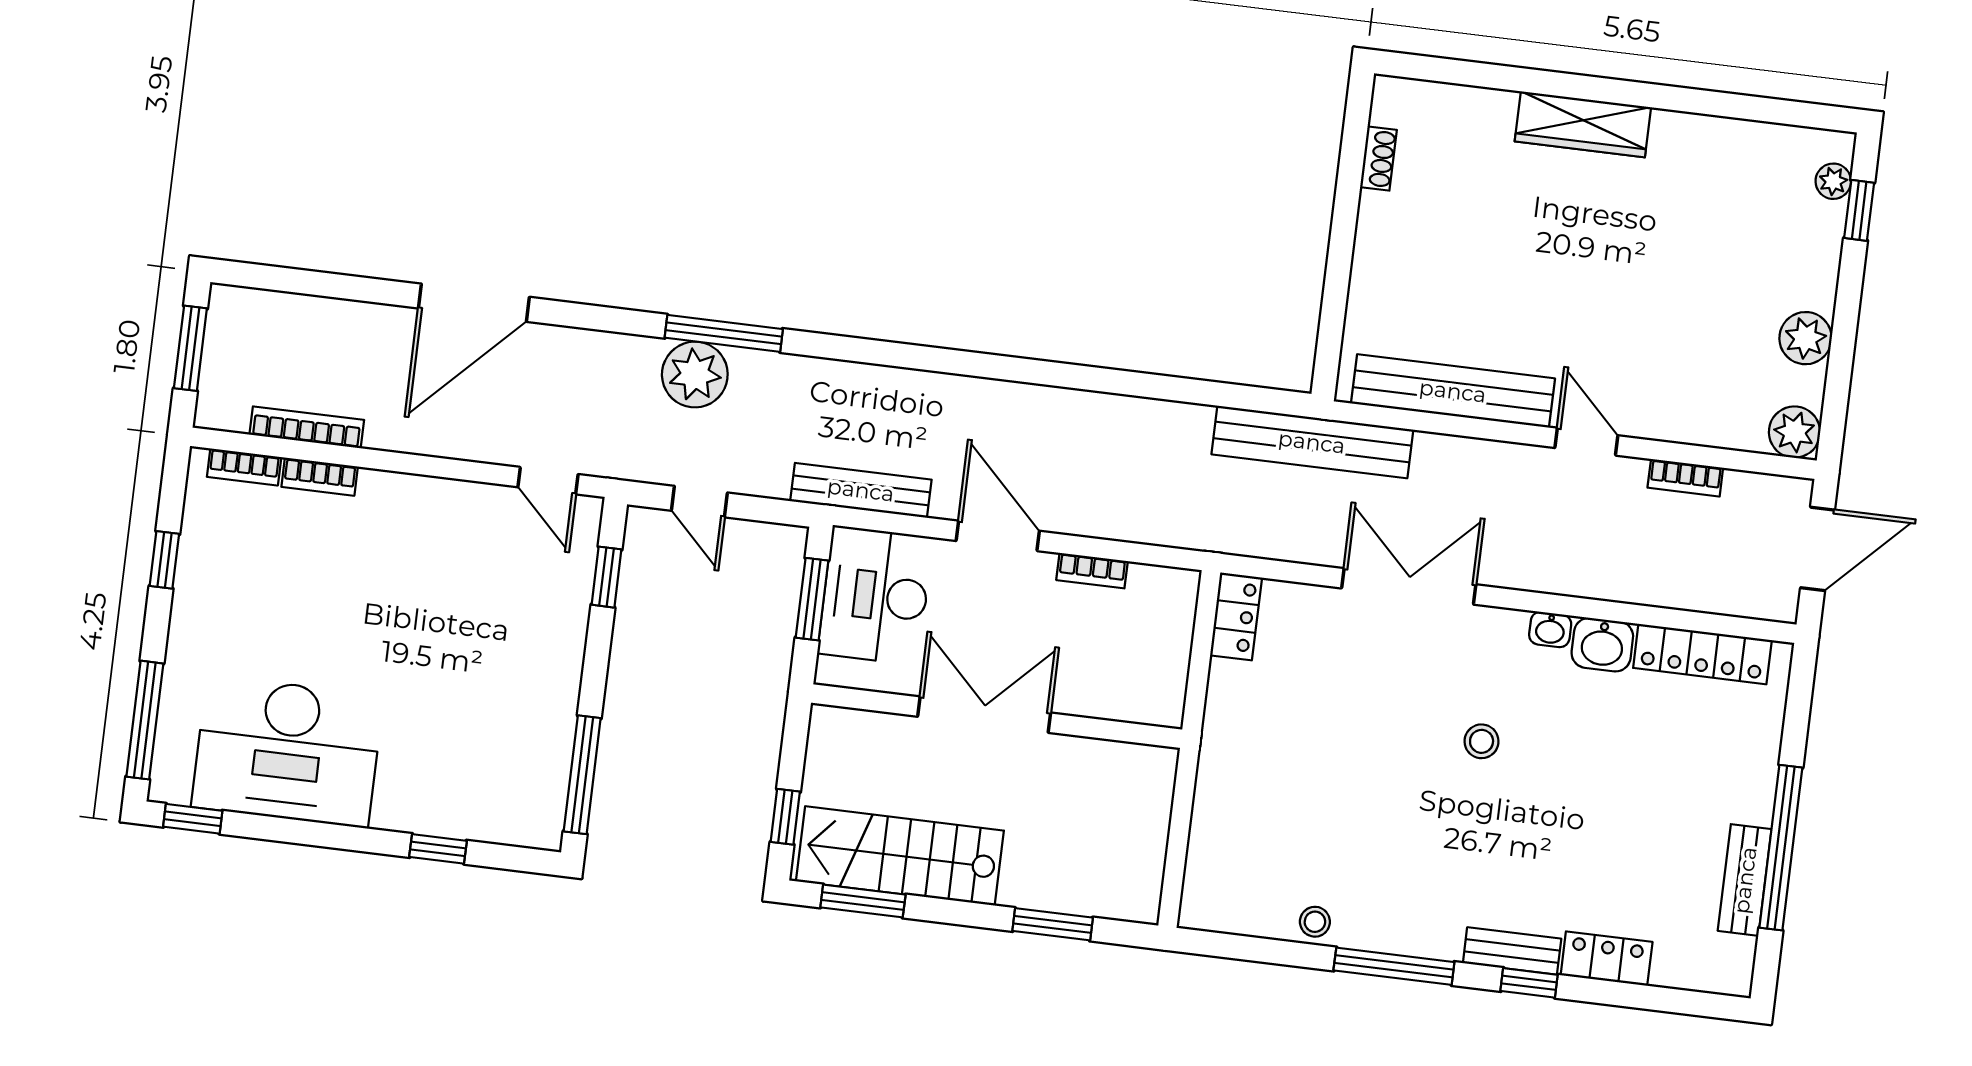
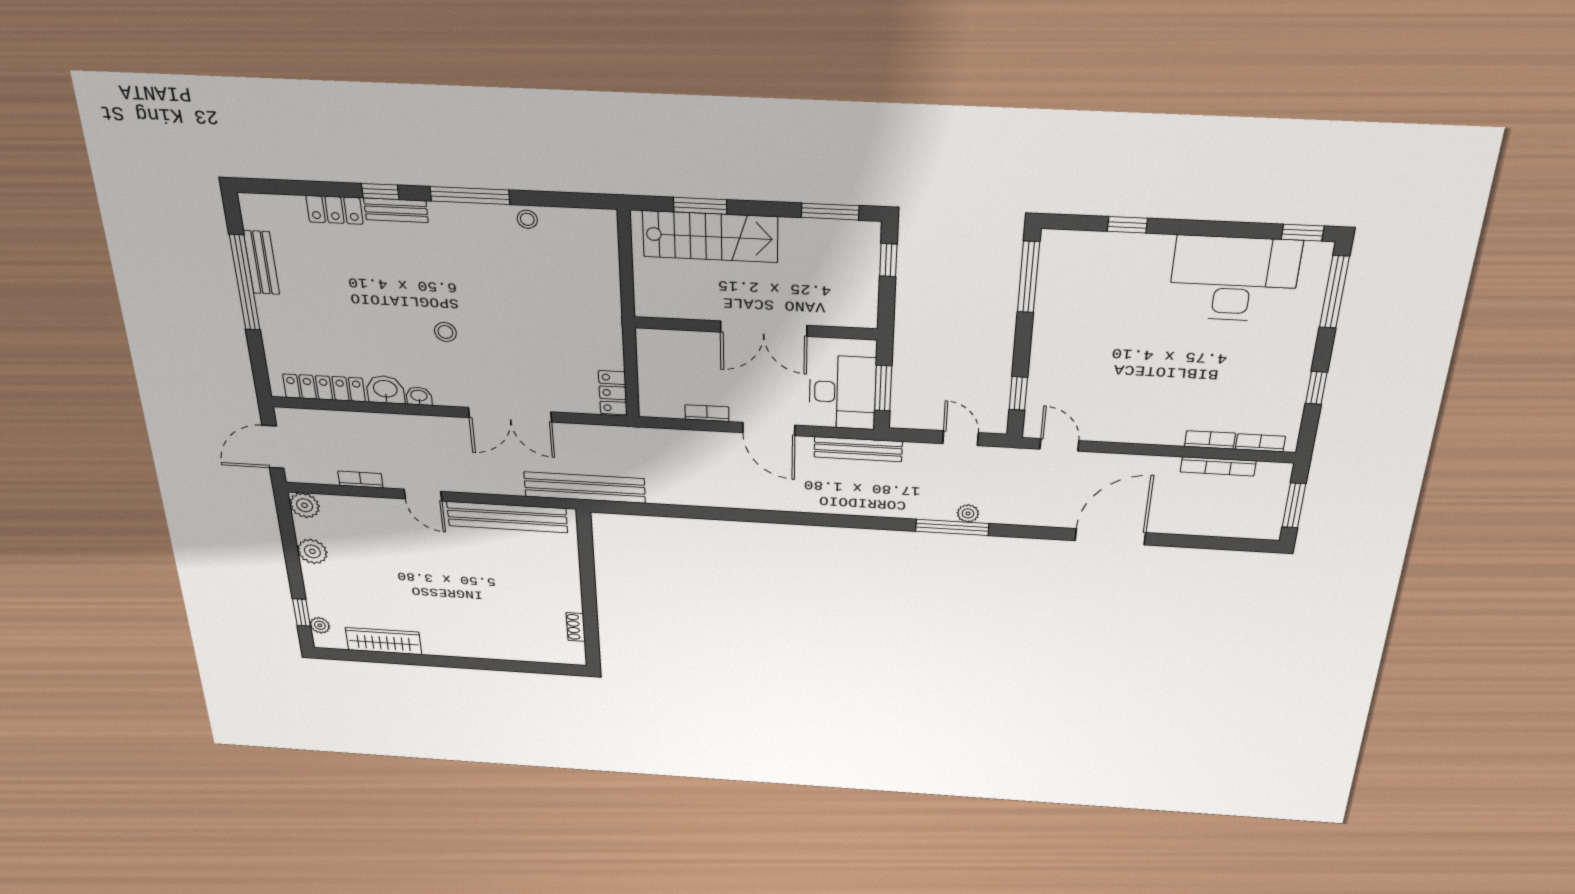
wardrobe: (1583, 124) -> (384, 641), moved
plant: (695, 375) -> (968, 513), width x0.53, depth x0.53
stairs: (900, 856) -> (710, 237), moved

